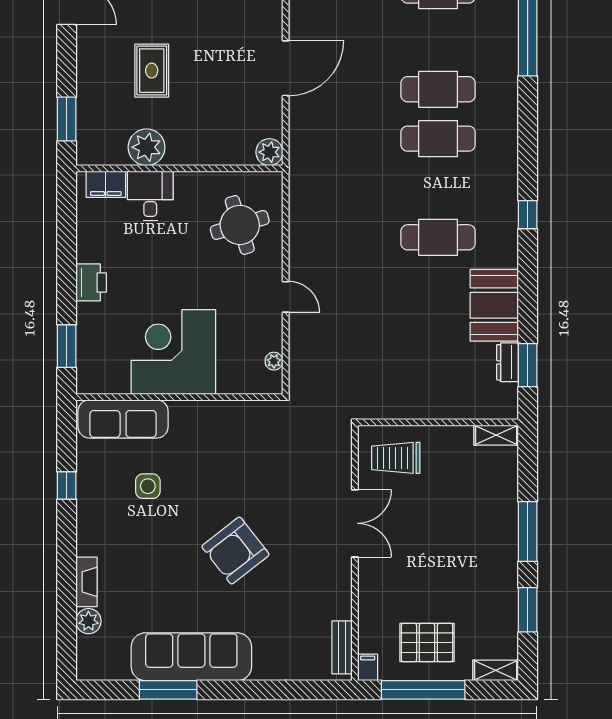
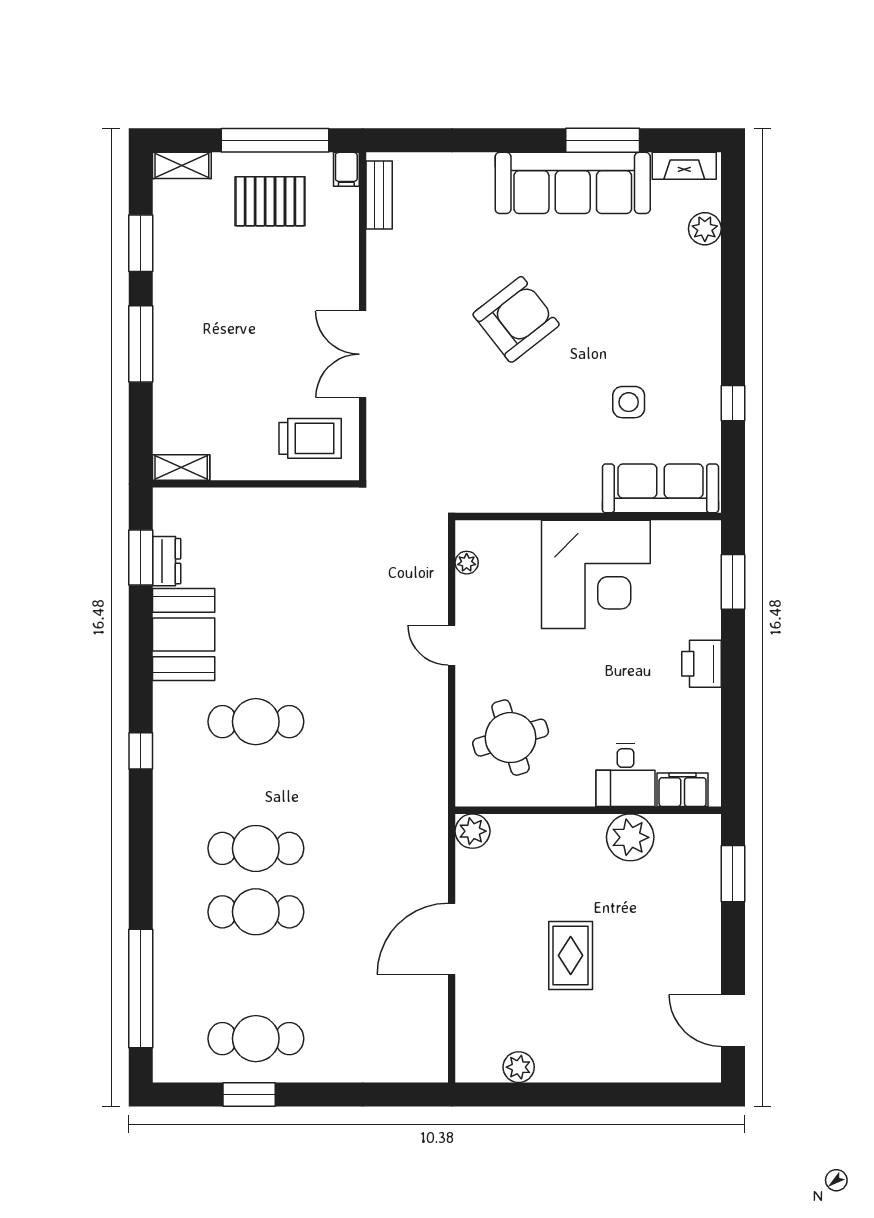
rug: (152, 71) -> (571, 955), moved
fireplace: (86, 582) -> (684, 166), moved, turned -90

